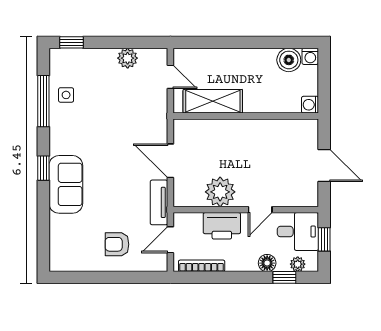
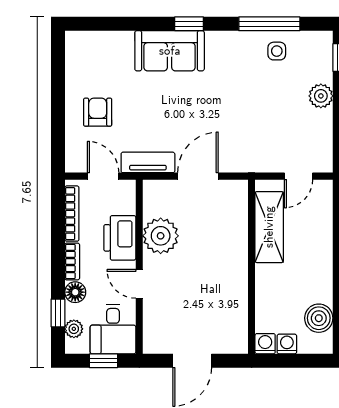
washing machine: (310, 56) -> (287, 344), moved, turned 90
plant: (128, 58) -> (321, 96), moved
bookcase: (242, 266) -> (72, 261), added

